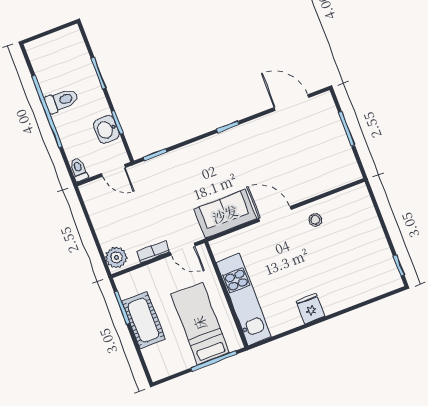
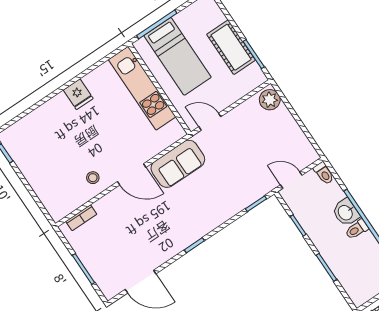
toilet: (62, 100) -> (357, 229), width x0.73, depth x0.72
washbasin: (106, 129) -> (346, 212), moved, turned 180
bookcase: (153, 252) -> (81, 218), moved

